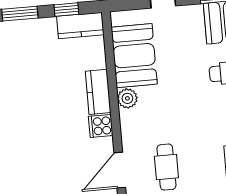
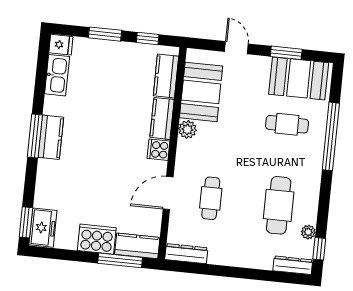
kitchen counter: (80, 26) -> (166, 76), moved, turned 90

